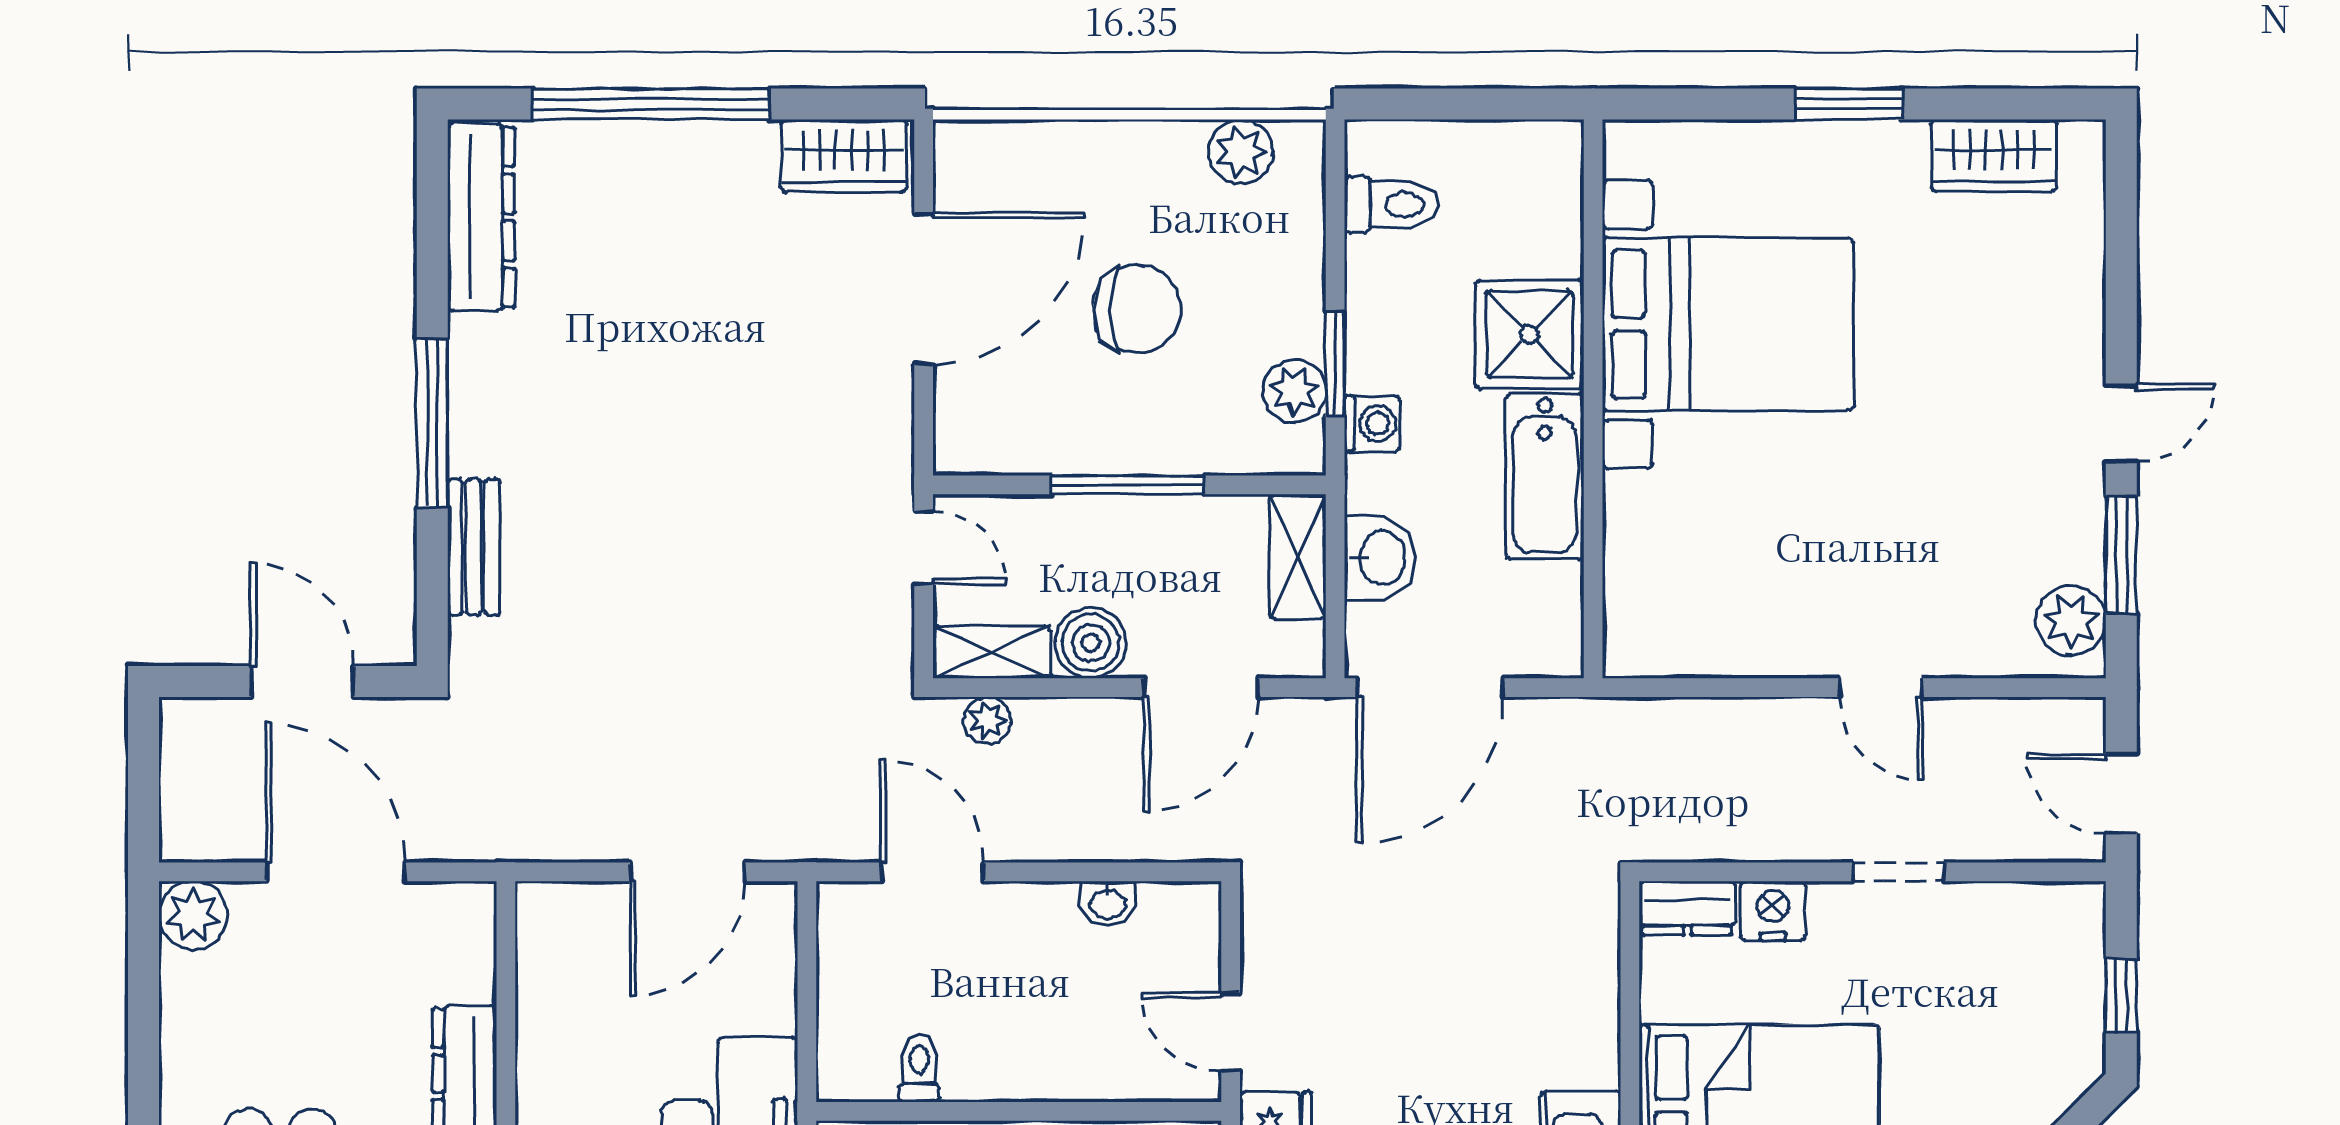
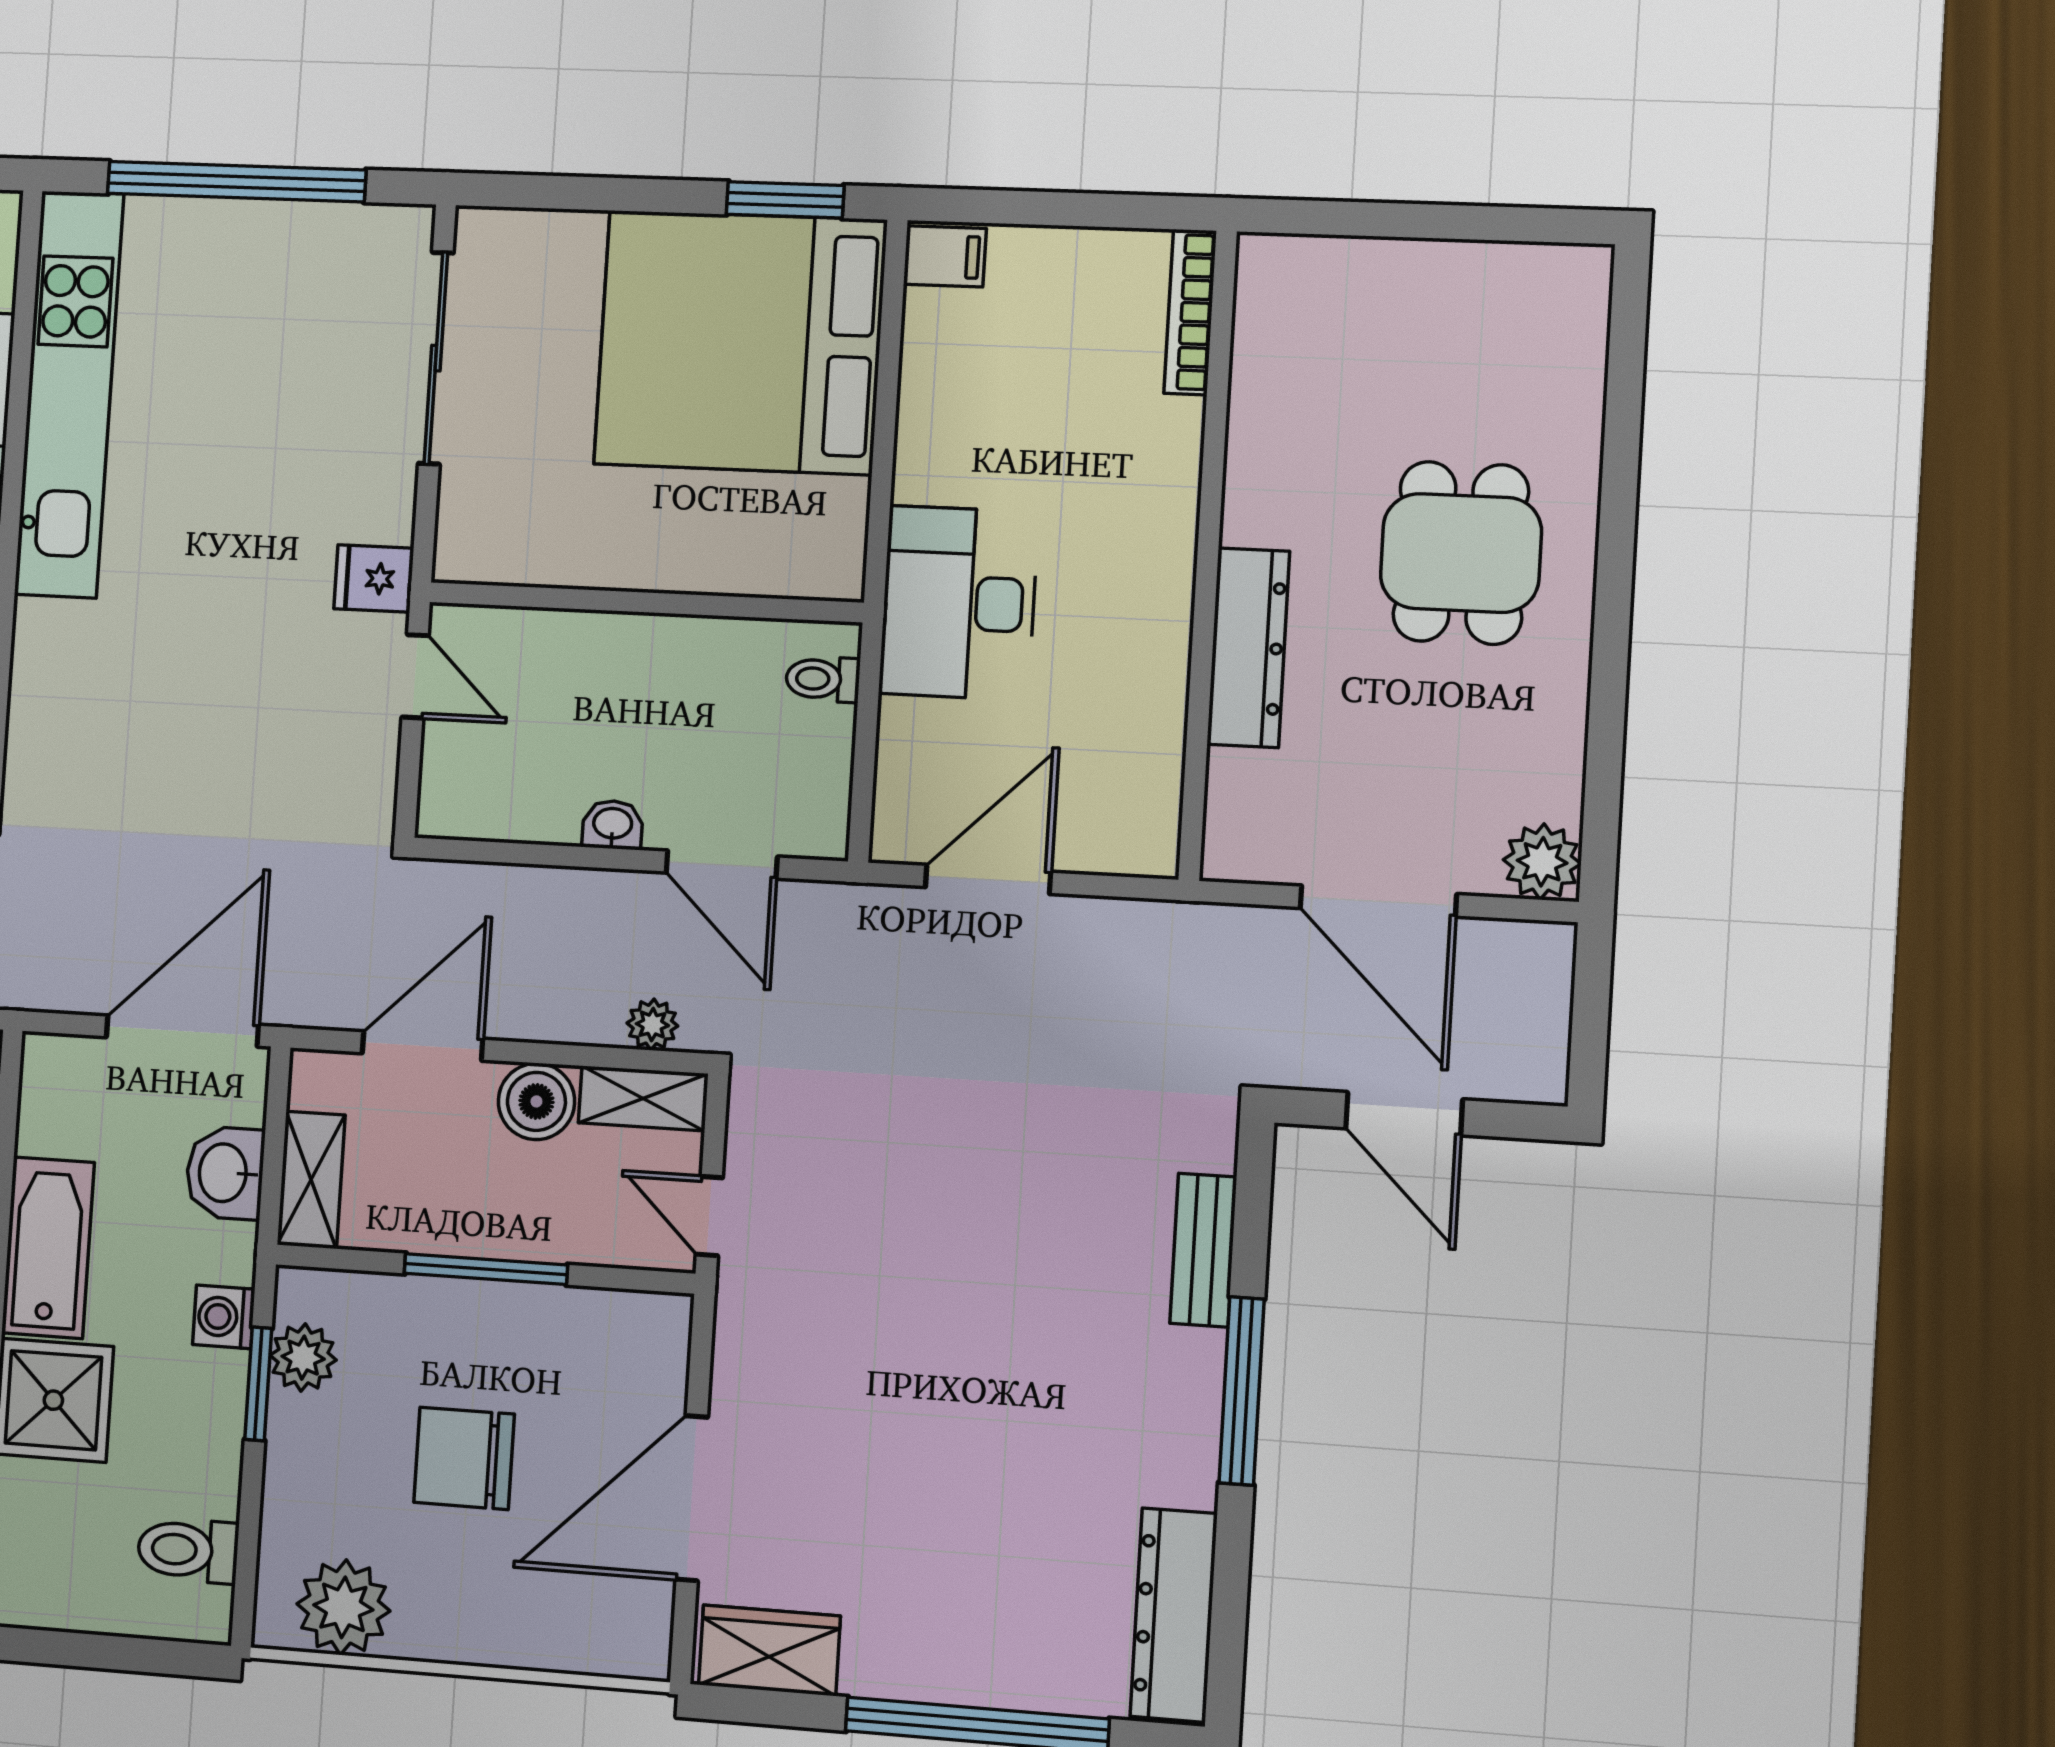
plant: (1241, 152) -> (343, 1607), width x1.36, depth x1.36
washbasin: (1108, 903) -> (613, 825), moved
toilet: (919, 1069) -> (823, 679), moved, turned 90

